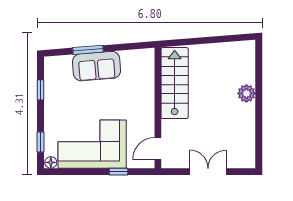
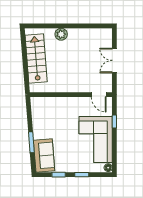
sofa: (97, 66) -> (44, 155), moved
stairs: (175, 83) -> (36, 59), moved, turned 85
window: (40, 142) -> (82, 175), moved

